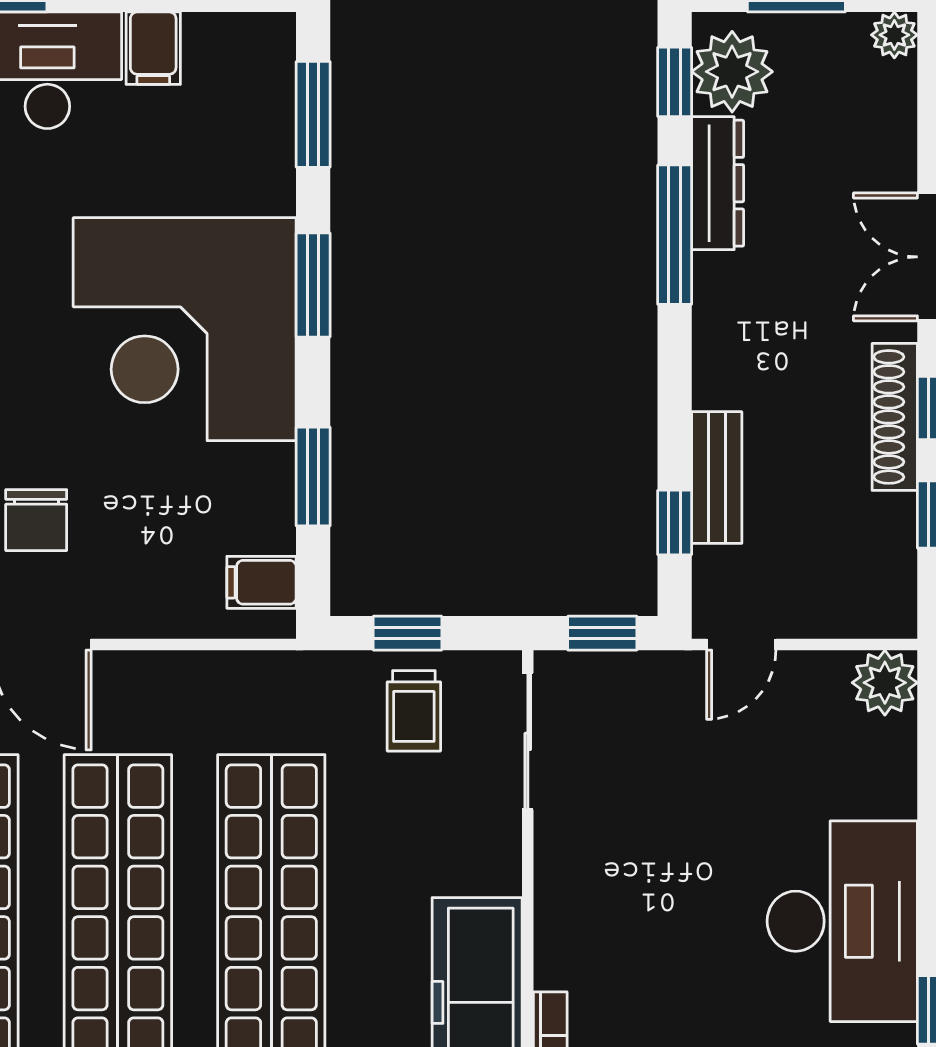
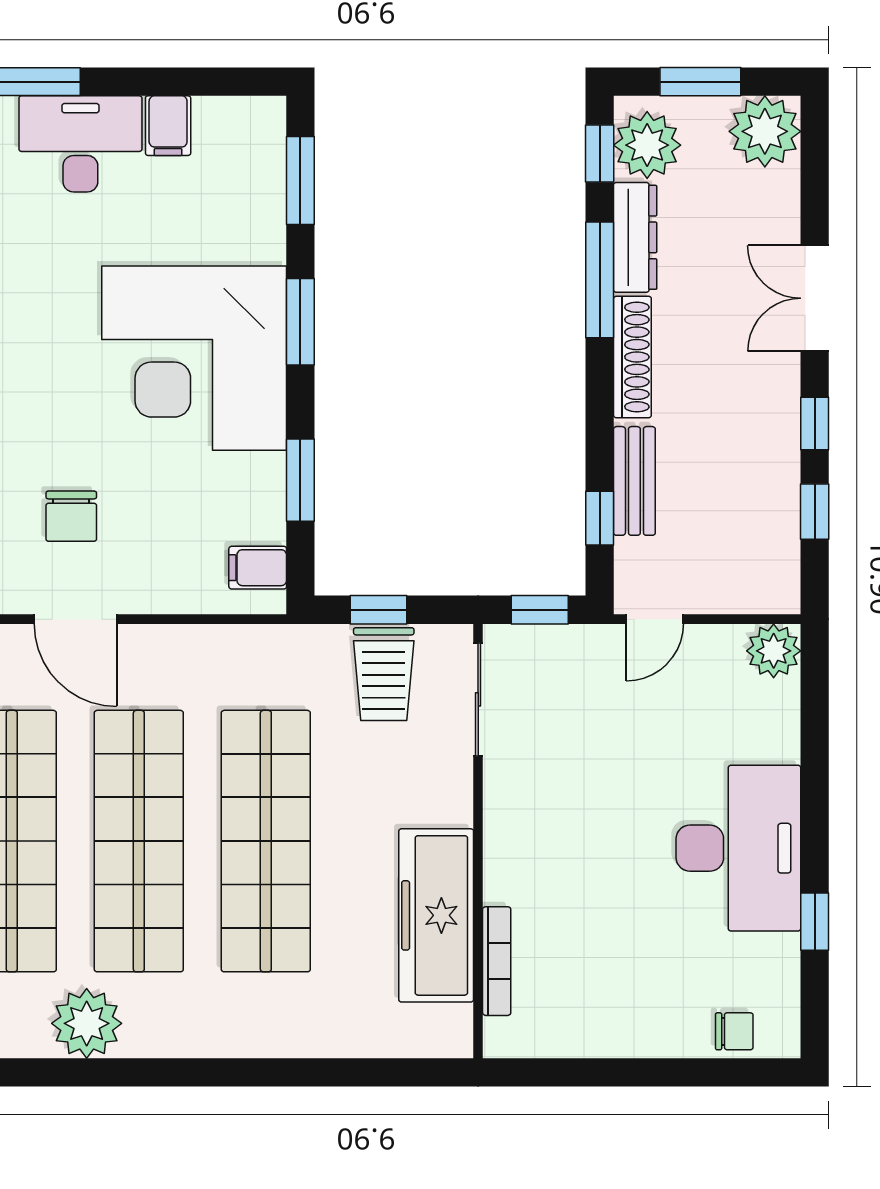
plant: (894, 35) -> (765, 131), width x1.88, depth x1.88
shoe rack: (895, 417) -> (632, 357), moved, turned 180
trolley: (414, 711) -> (384, 674), width x1.36, depth x1.39

